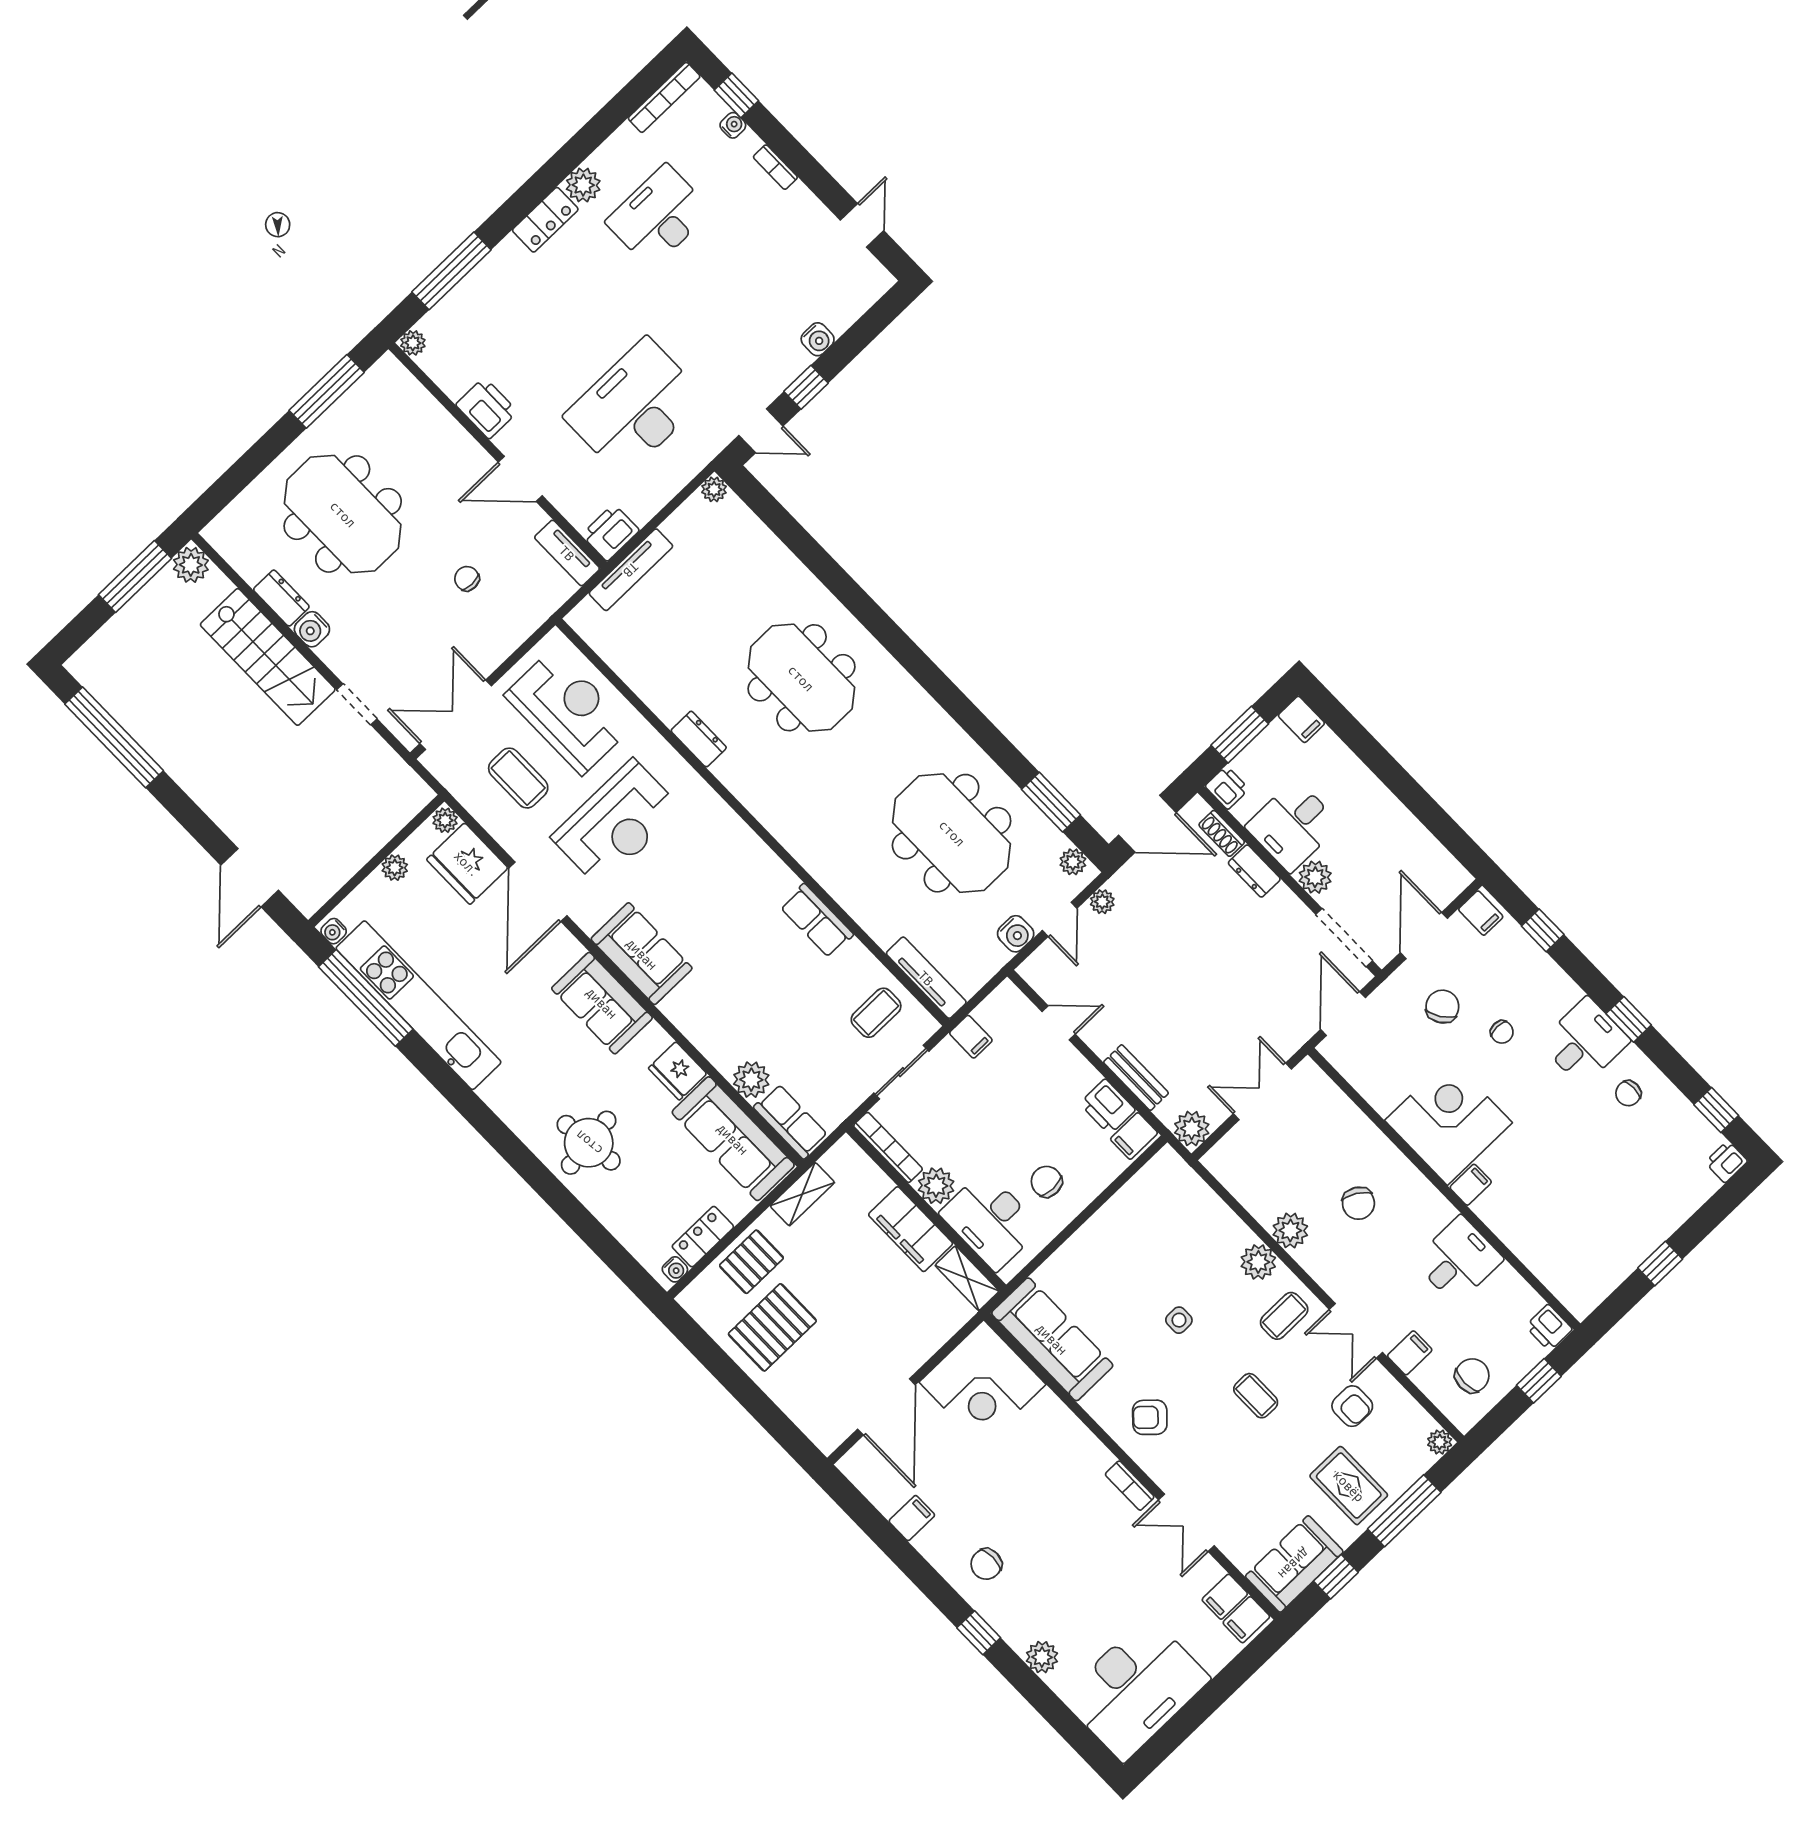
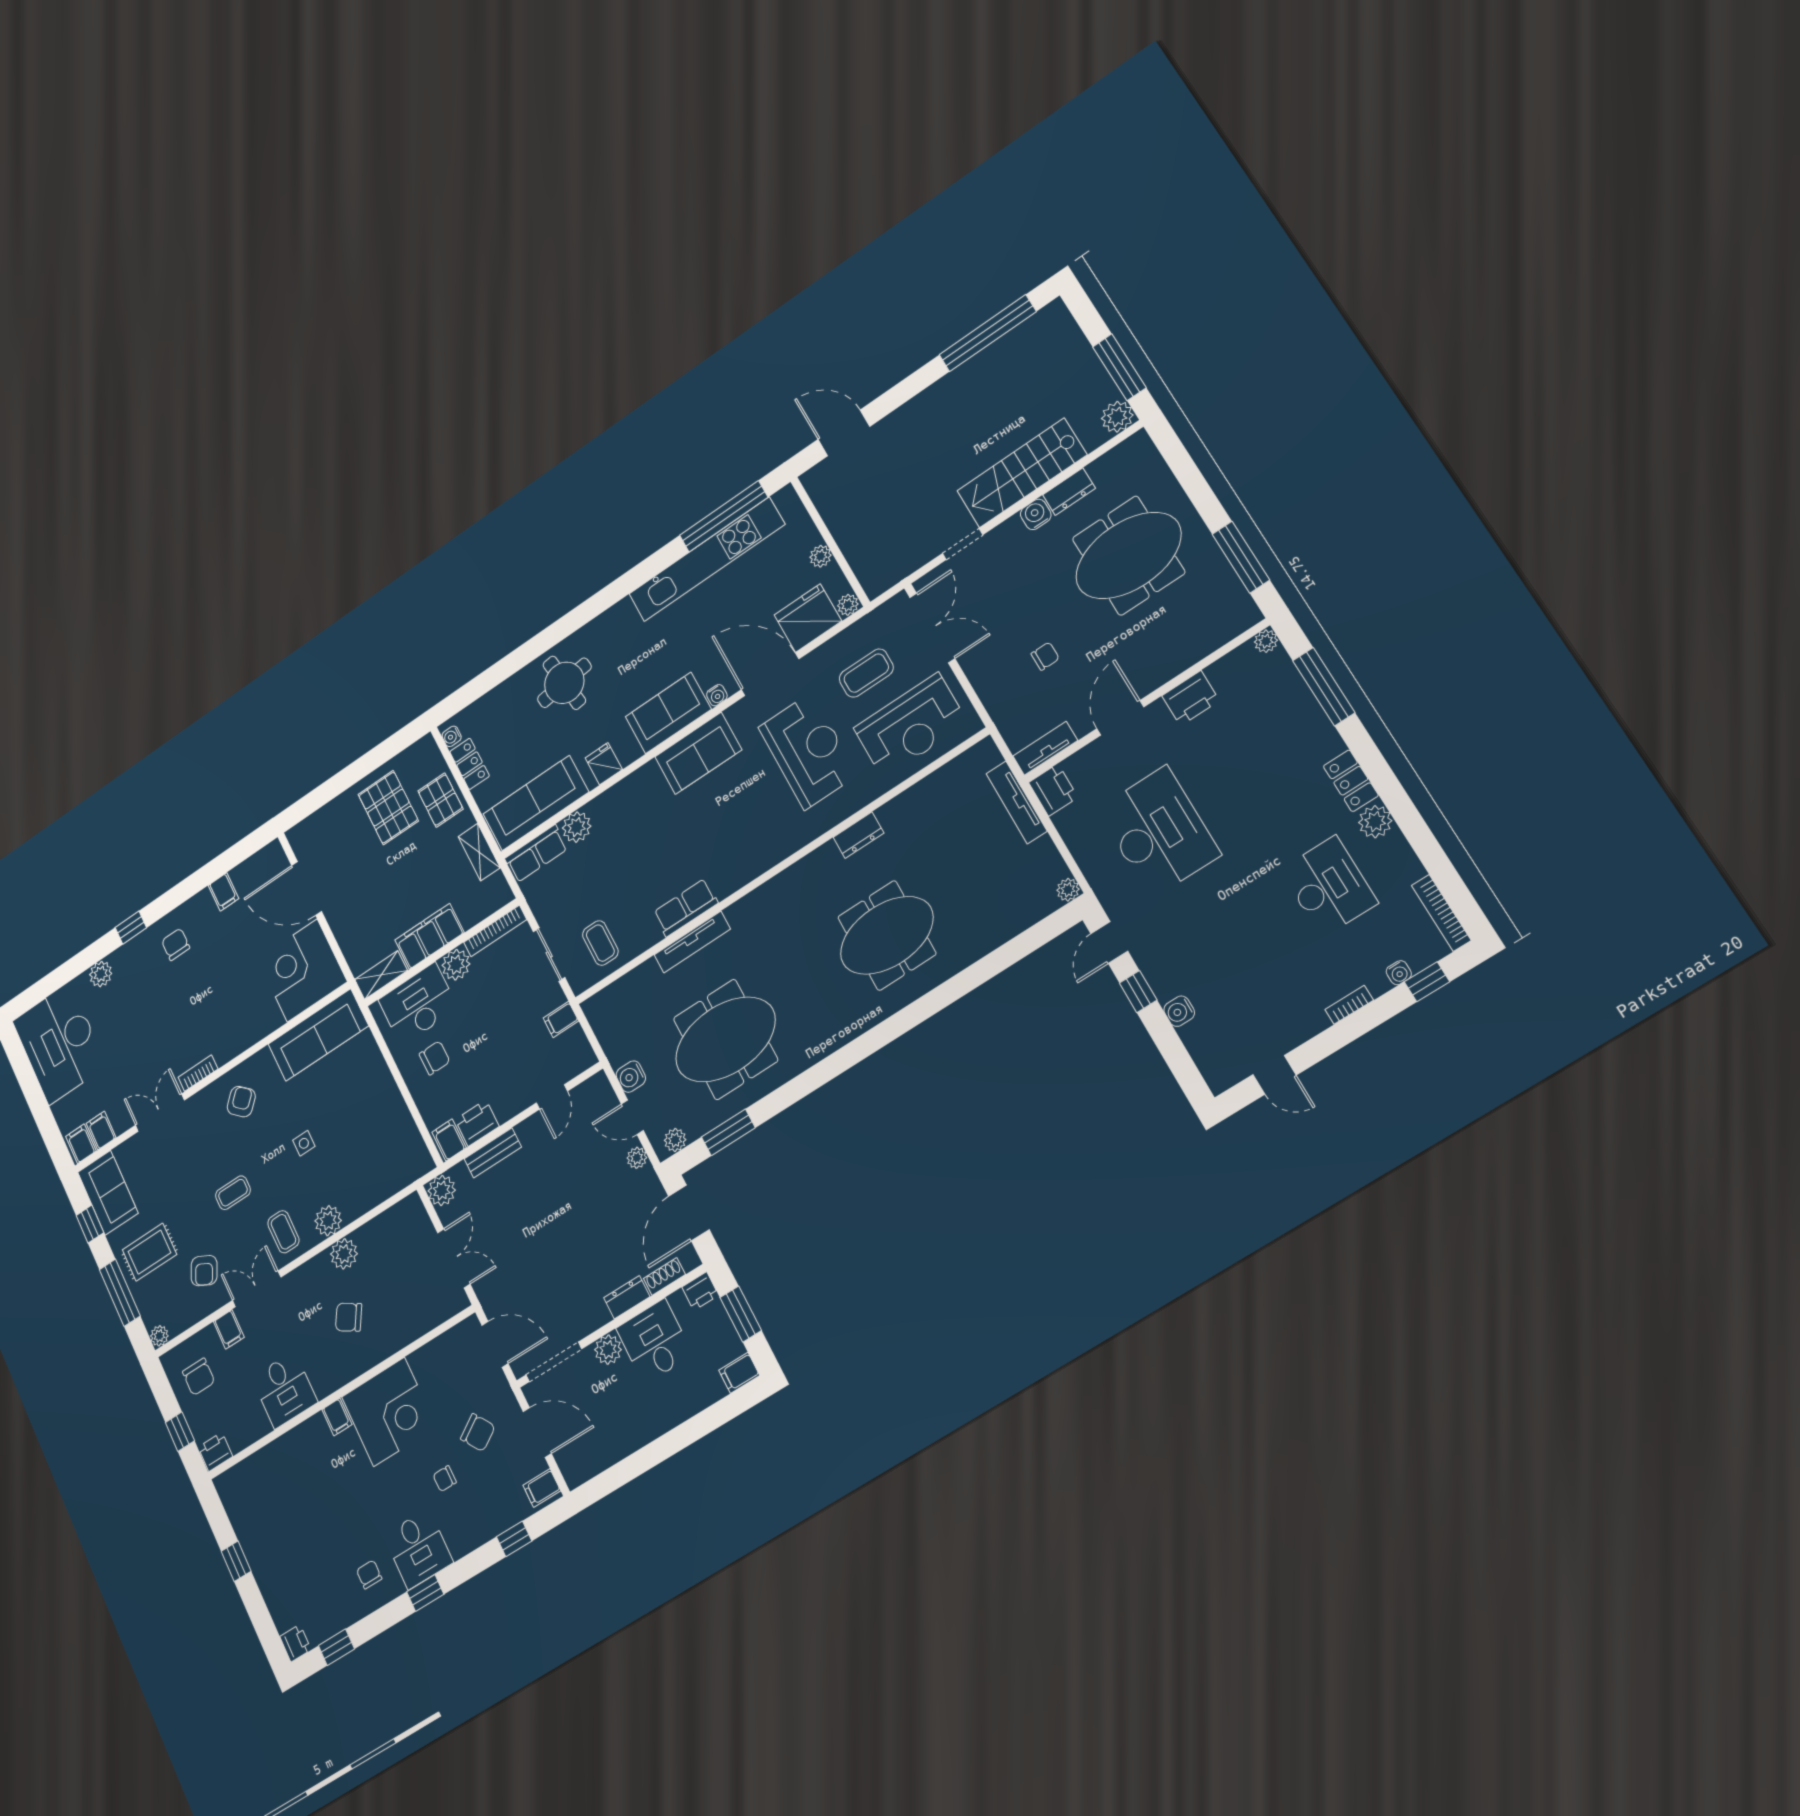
reception desk: (616, 823) -> (808, 751), turned 180
water cooler: (334, 931) -> (717, 695), moved, turned 180
tv unit: (926, 978) -> (692, 942), moved
fridge: (678, 1071) -> (604, 764), width x0.72
armchair: (1352, 1406) -> (204, 1271), turned -64

